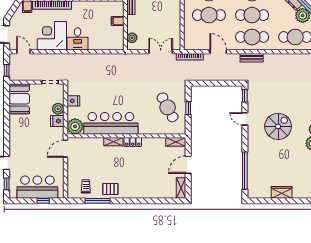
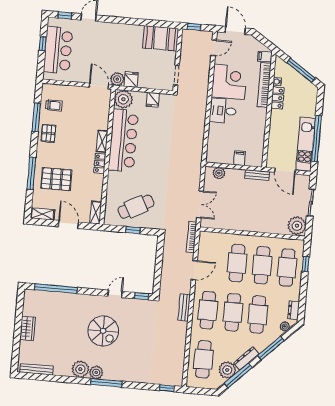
plant: (58, 109) -> (117, 79), moved
pallet: (150, 179) -> (56, 179), added
window: (43, 201) -> (43, 44), moved
window: (147, 201) -> (31, 173), added

